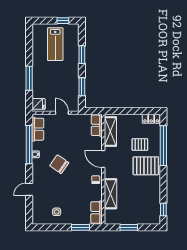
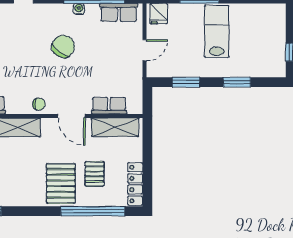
lab bench: (55, 44) -> (217, 31), moved, turned 90
locker: (151, 119) -> (135, 184), width x1.53
row of seats: (97, 125) -> (109, 106), moved
door: (103, 159) -> (71, 116), swing flipped

